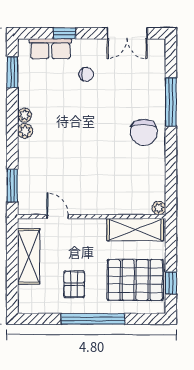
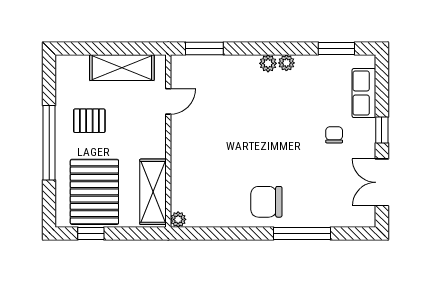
window: (65, 33) -> (382, 130), moved
chair: (86, 74) -> (334, 135), turned 180

